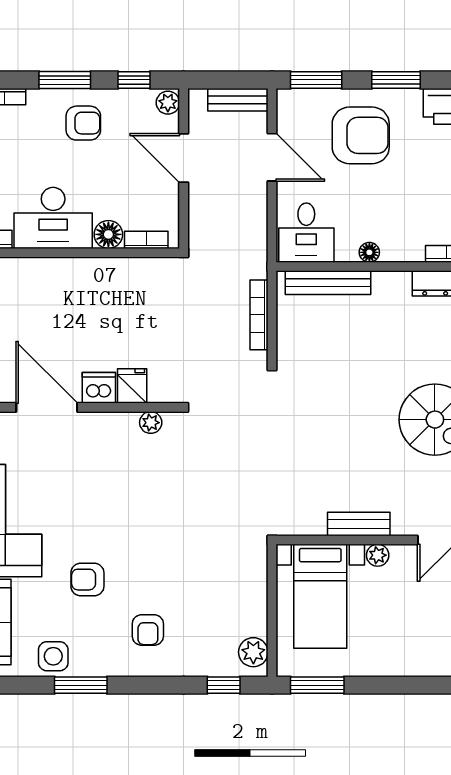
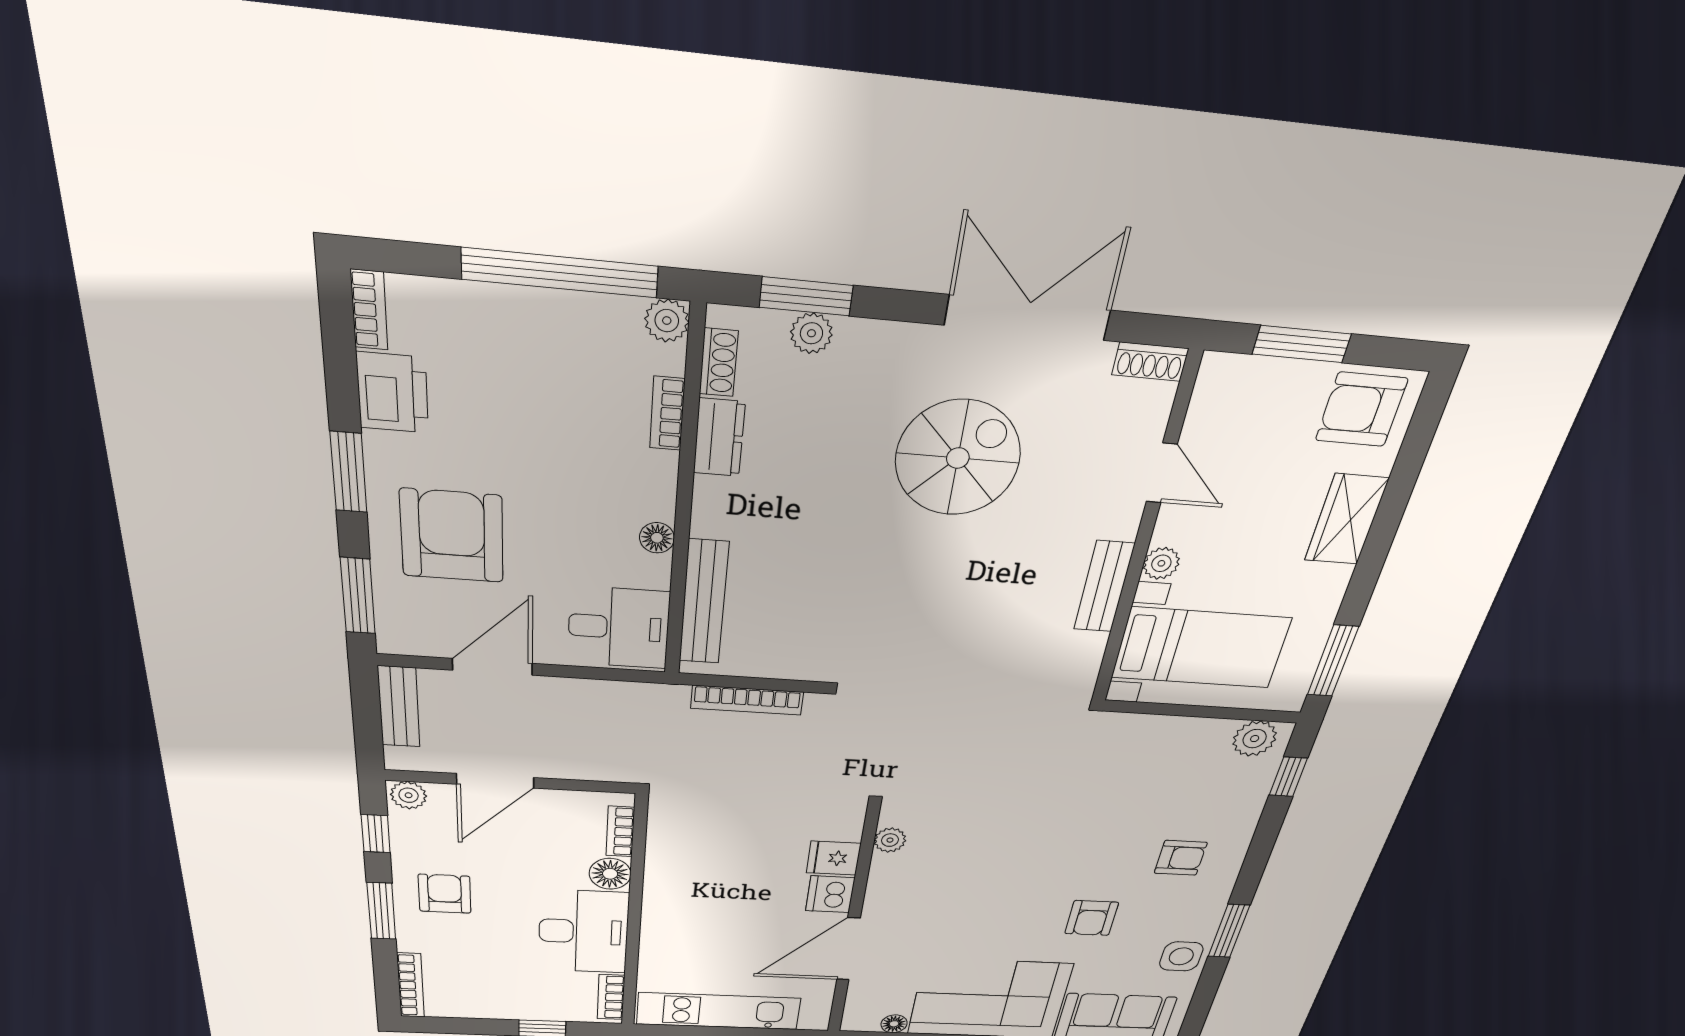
wardrobe: (416, 660) -> (1346, 519), added

